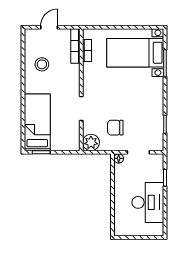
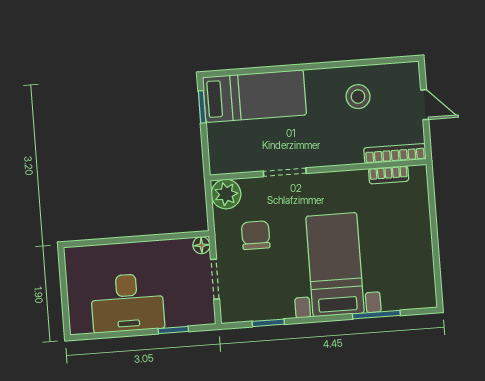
bed with nightstands: (135, 53) -> (335, 265), moved

